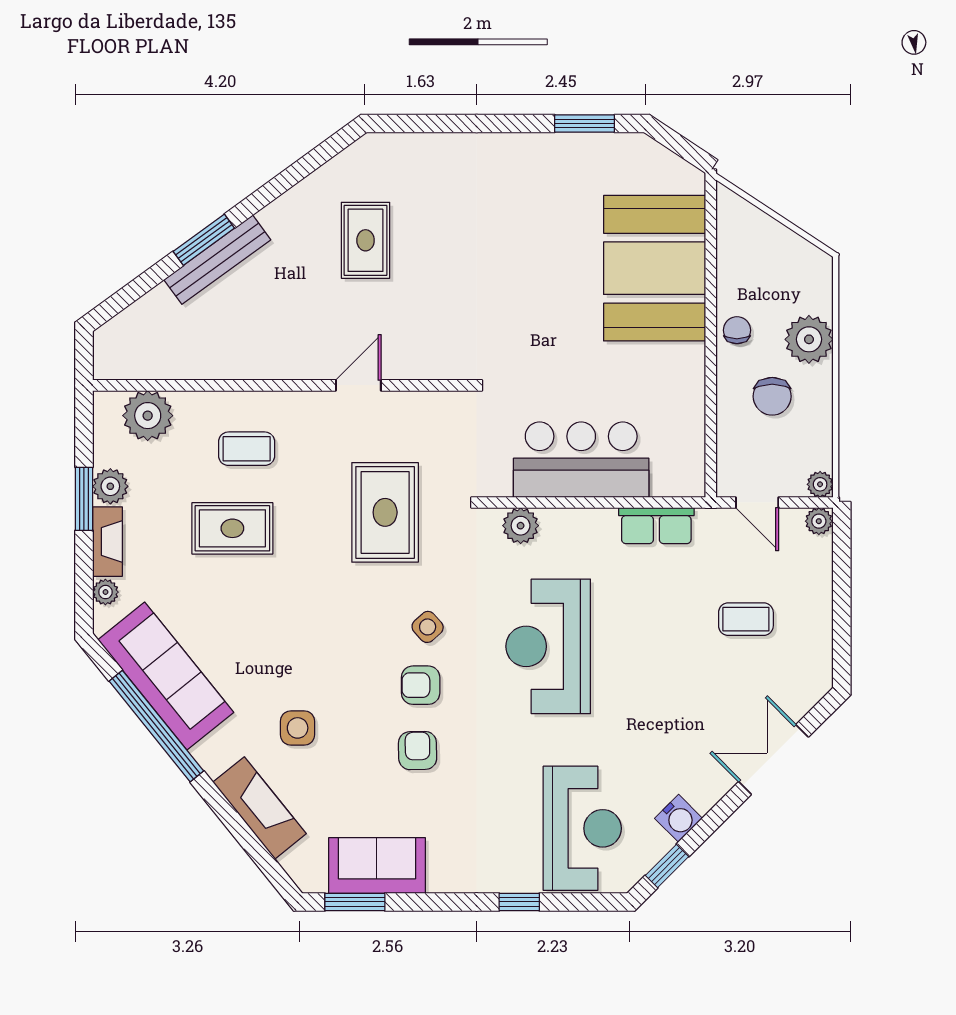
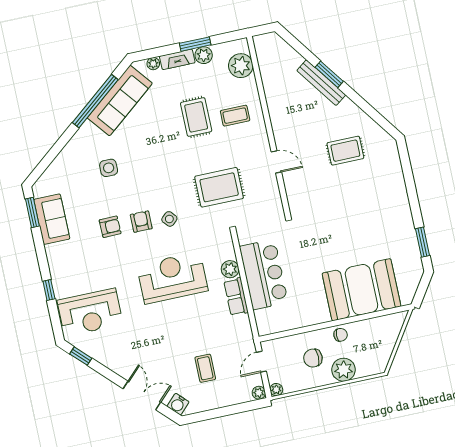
coffee table: (247, 449) -> (235, 116), turned 90
plant: (521, 526) -> (230, 269), moved
row of seats: (656, 526) -> (236, 297), moved
fireplace: (259, 808) -> (67, 158), removed
water cooler: (679, 818) -> (178, 404), moved

